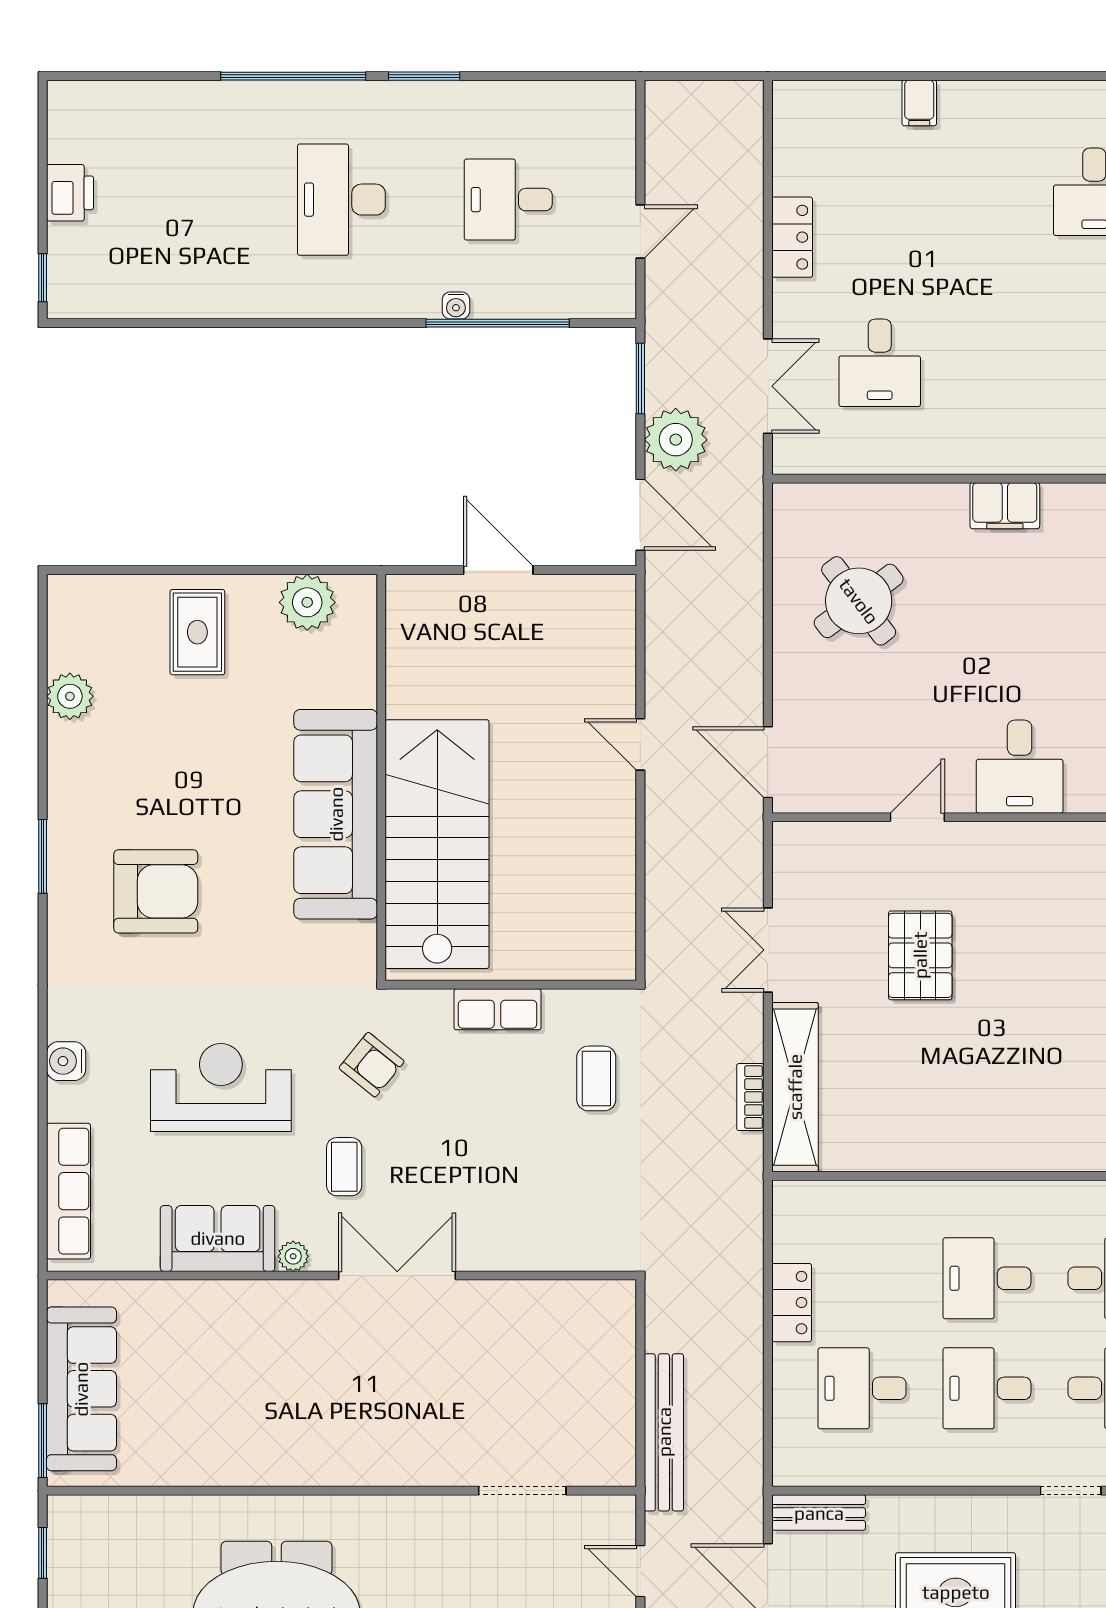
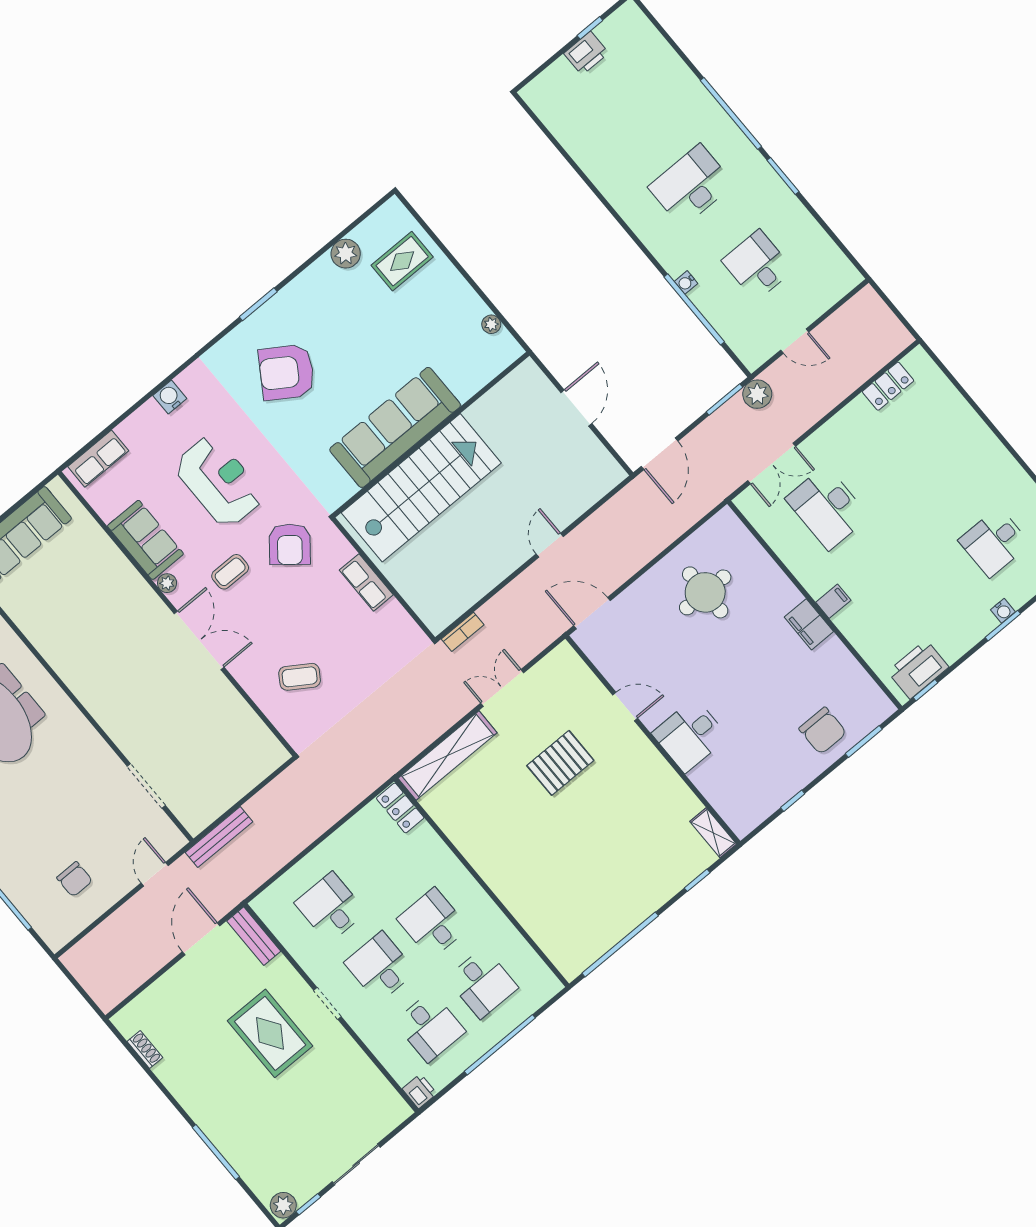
filing cabinet: (919, 103) -> (833, 601), moved, turned 180
locker: (792, 237) -> (888, 386), moved
window: (43, 278) -> (590, 28), moved
desk: (880, 363) -> (827, 508), width x1.37
plant: (676, 440) -> (757, 394), moved, width x0.73, depth x0.73
round table: (859, 601) -> (705, 592), turned 37
plant: (307, 602) -> (491, 324), width x0.53, depth x0.53
rug: (197, 632) -> (402, 261), moved
door: (768, 762) -> (592, 613), hinge flipped
armchair: (156, 891) -> (287, 372), turned 123
armchair: (372, 1065) -> (290, 544), width x1.38, depth x1.38
coffee table: (596, 1078) -> (300, 677), moved, turned 33
bookcase: (750, 1097) -> (463, 632), moved, turned 180
row of seats: (68, 1191) -> (98, 459), width x0.68
locker: (792, 1303) -> (400, 808), moved, turned 90
bench: (664, 1432) -> (219, 837), width x0.73, depth x0.82
doorway: (1071, 1491) -> (327, 1003), moved

